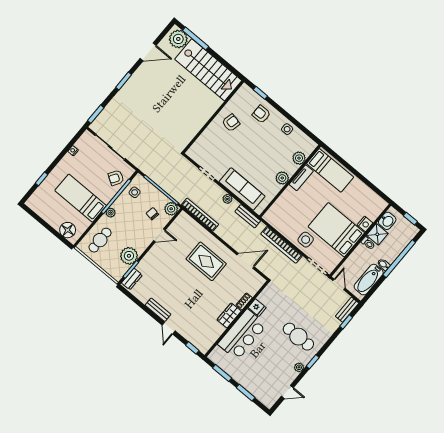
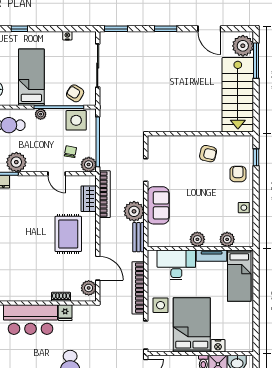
sofa: (242, 189) -> (158, 205), width x0.73
side table: (135, 192) -> (76, 120), width x1.87, depth x1.87
plant: (227, 199) -> (134, 211), width x1.87, depth x1.87
desk: (288, 206) -> (176, 265), added
plant: (254, 278) -> (89, 288), added
wardrobe: (229, 315) -> (89, 199), moved, turned -90

